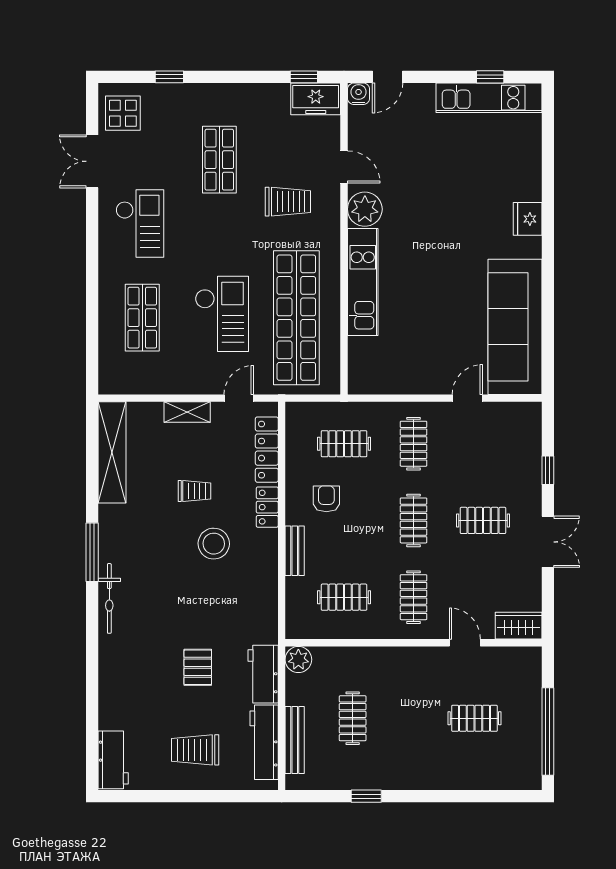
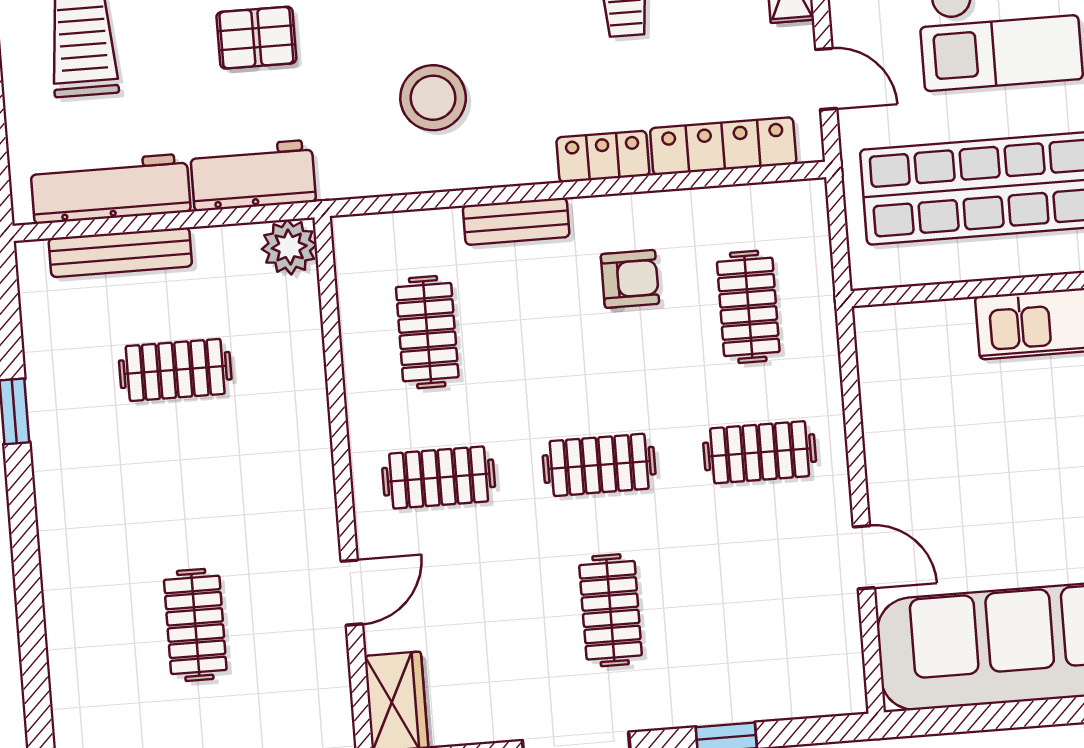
stool: (214, 544) -> (433, 98), moved

